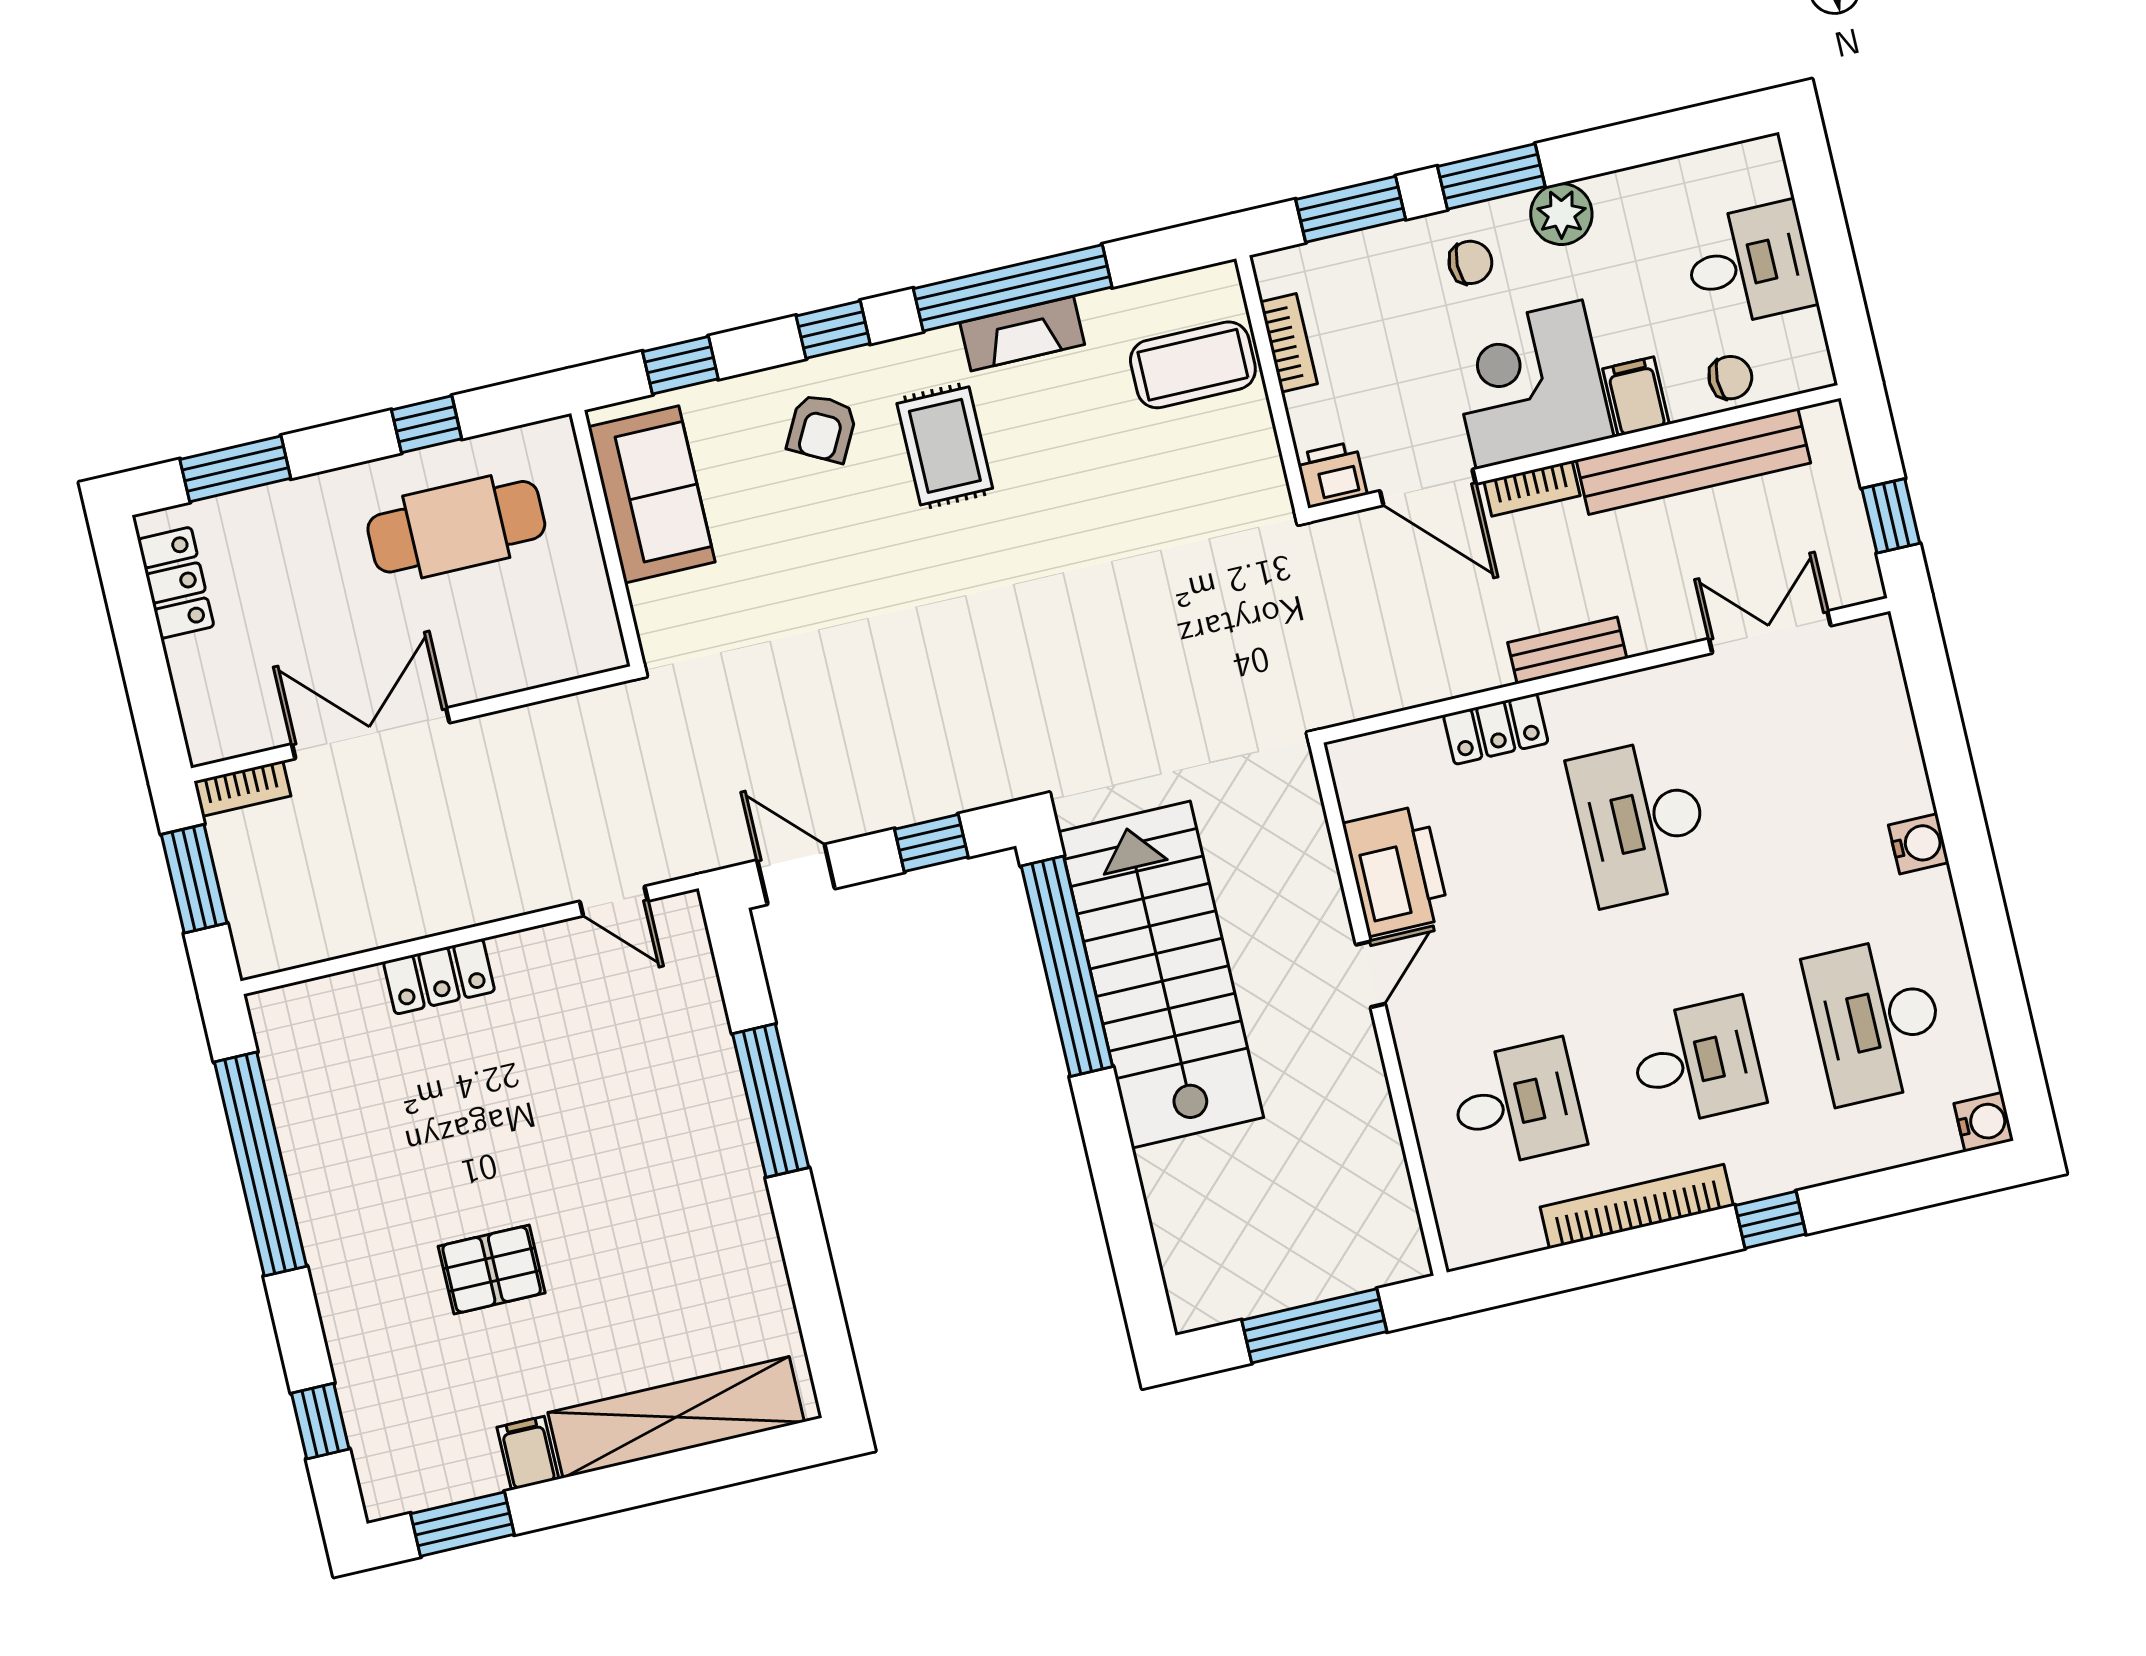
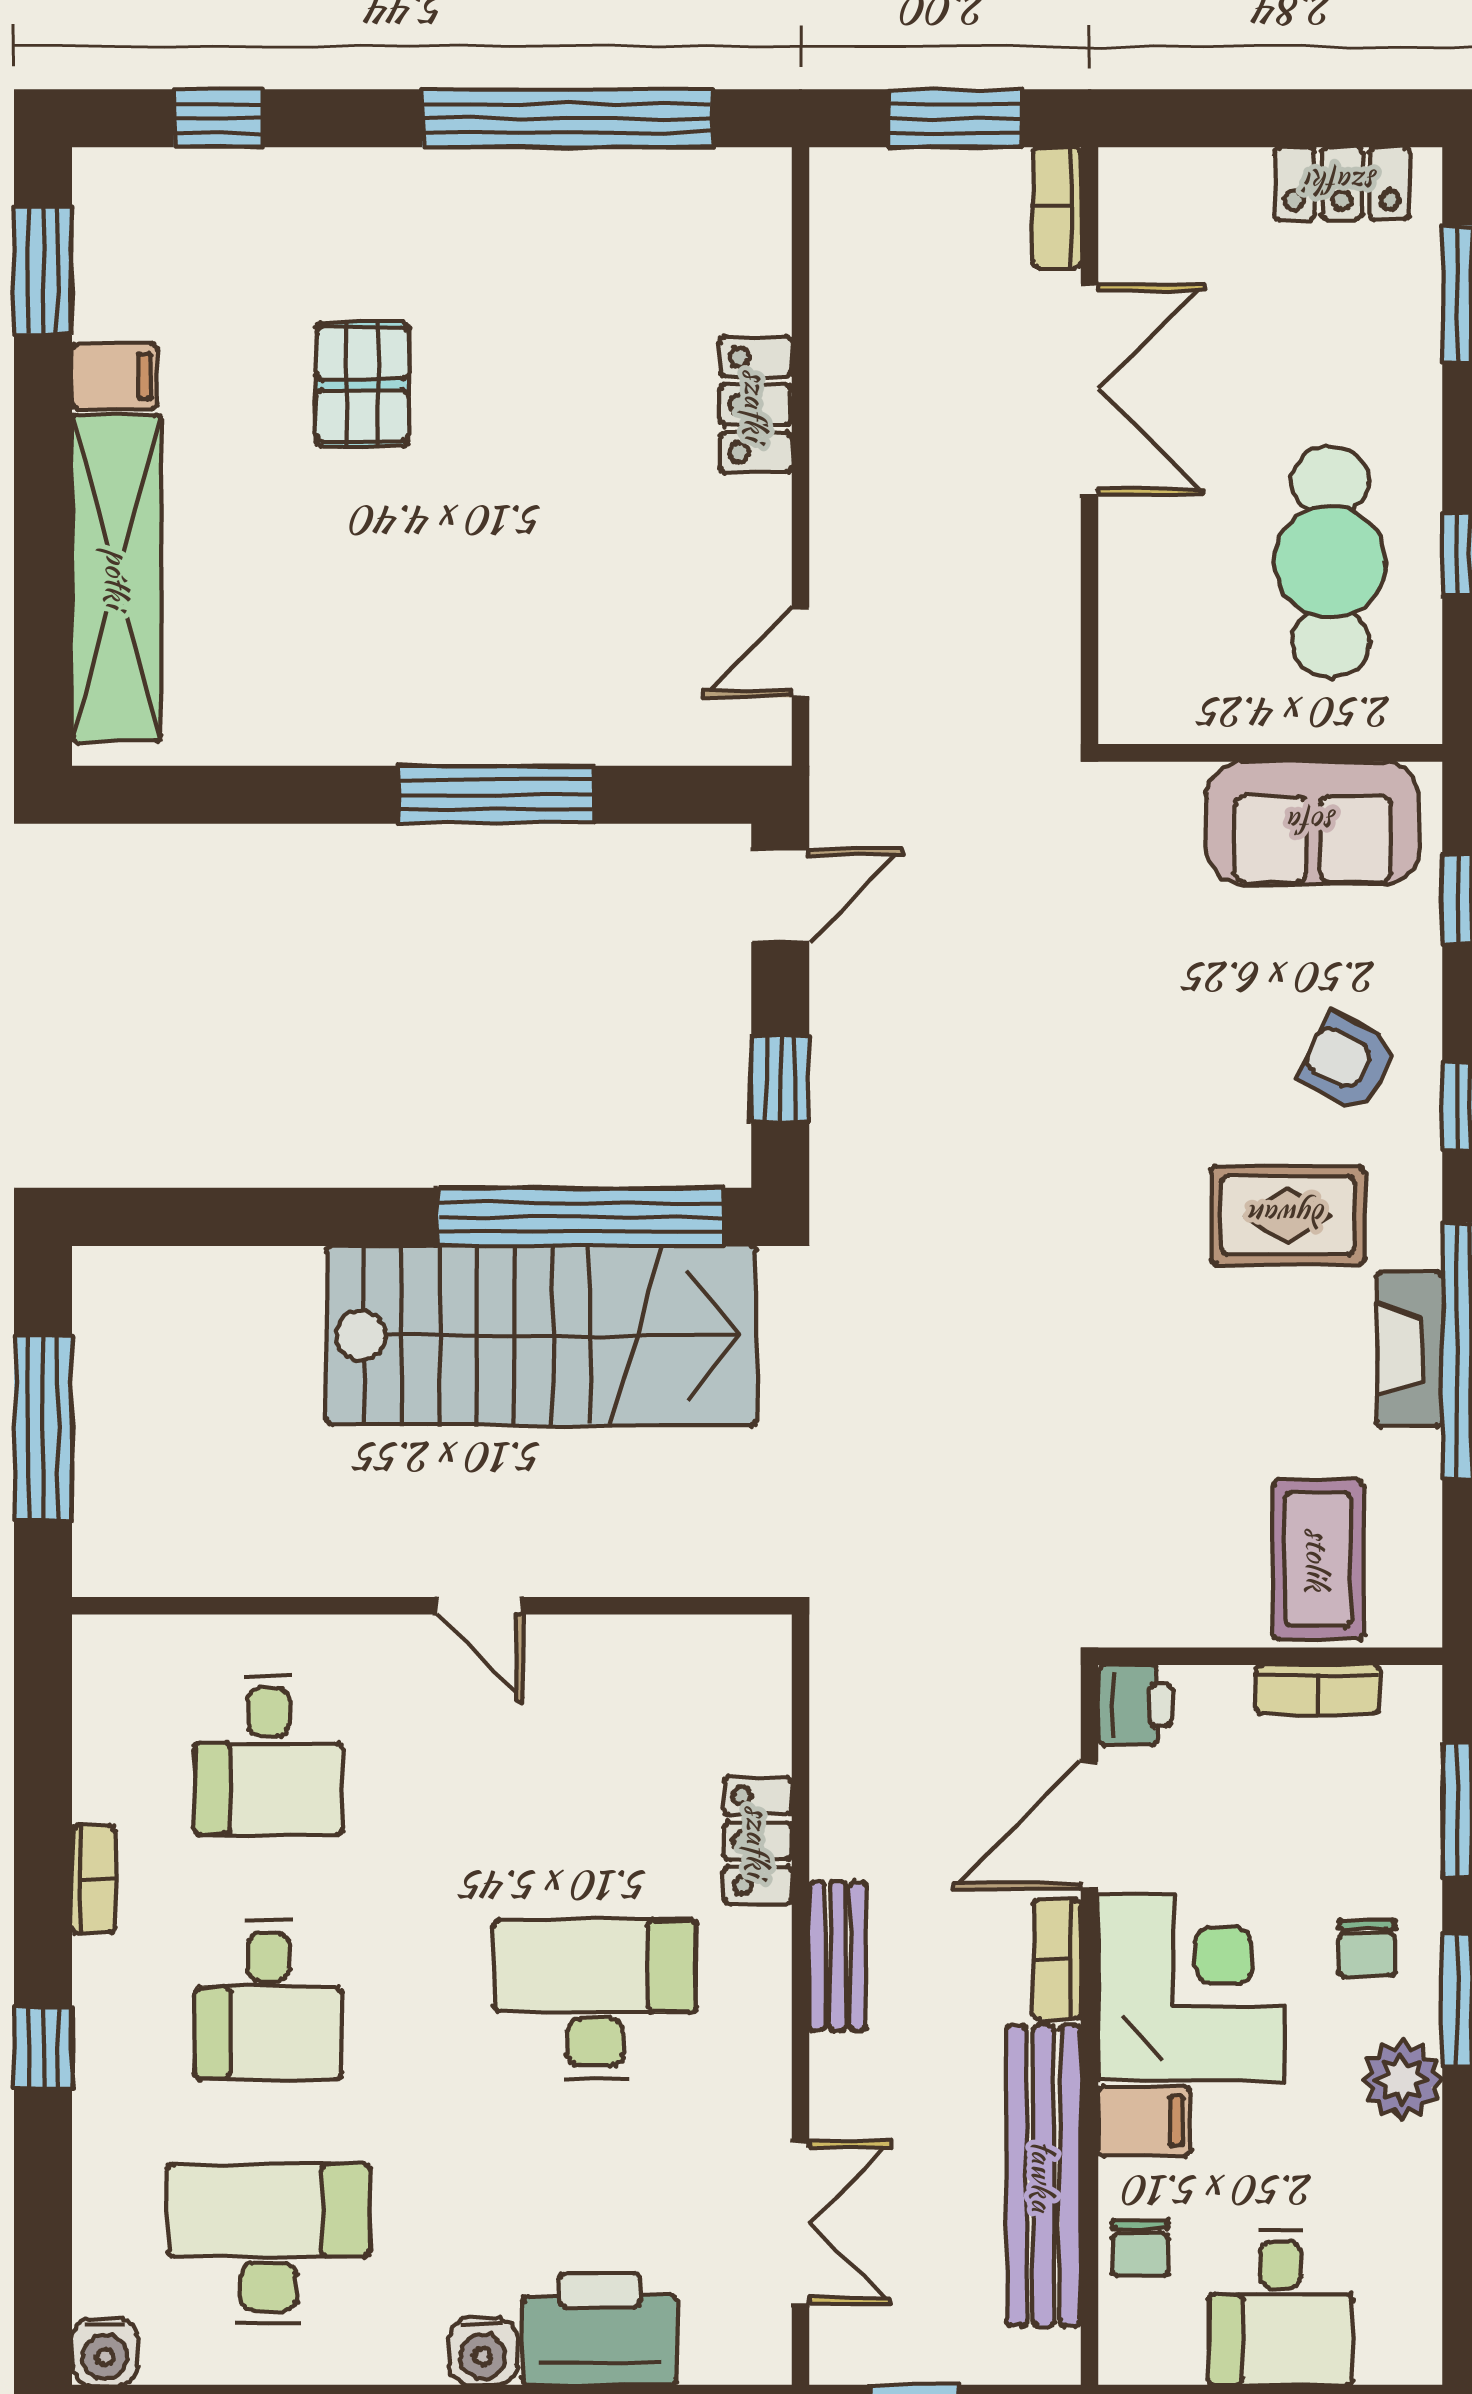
printer: (1396, 871) -> (600, 2329), moved, turned 180
bookcase: (1637, 1206) -> (94, 1879), width x0.43, depth x0.76

